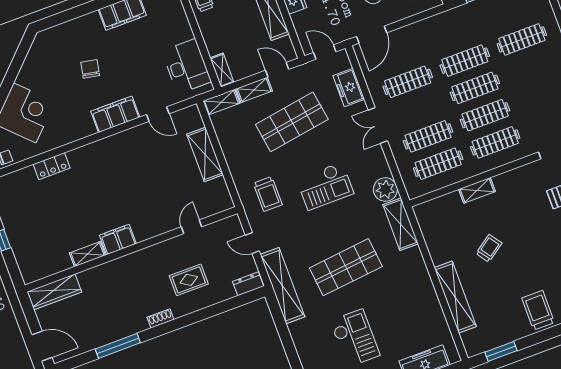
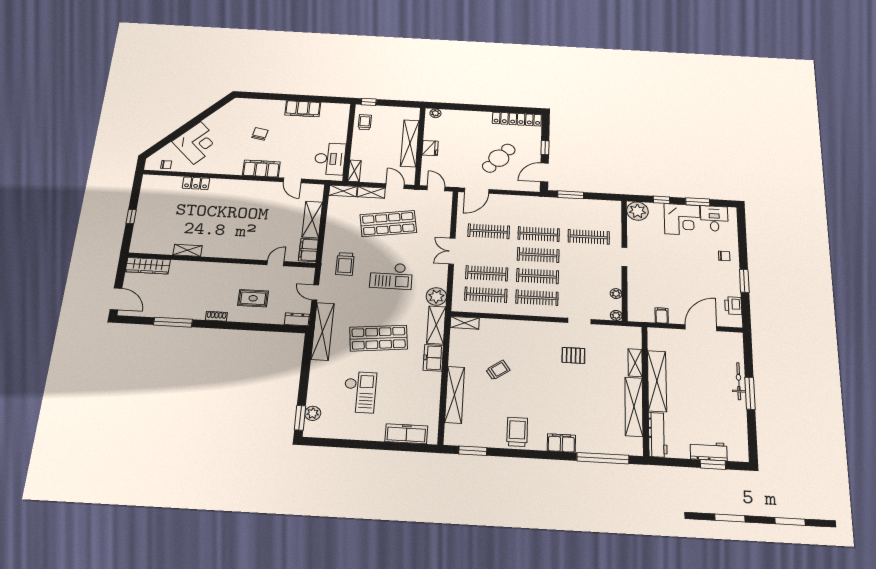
freezer: (349, 88) -> (433, 358), moved
shelving: (477, 190) -> (465, 323), moved
filing cabinet: (118, 239) -> (308, 250), moved, turned -90

